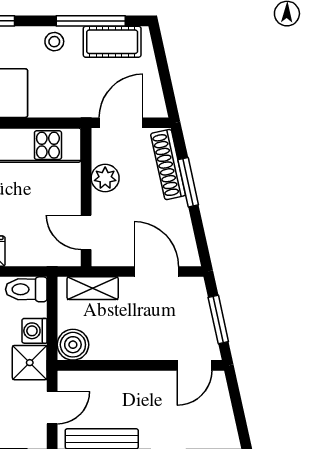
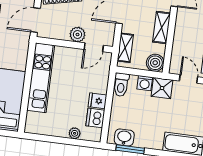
door: (121, 123) -> (36, 20), hinge flipped
plant: (105, 178) -> (78, 34), moved
shelving: (137, 348) -> (161, 28), added

